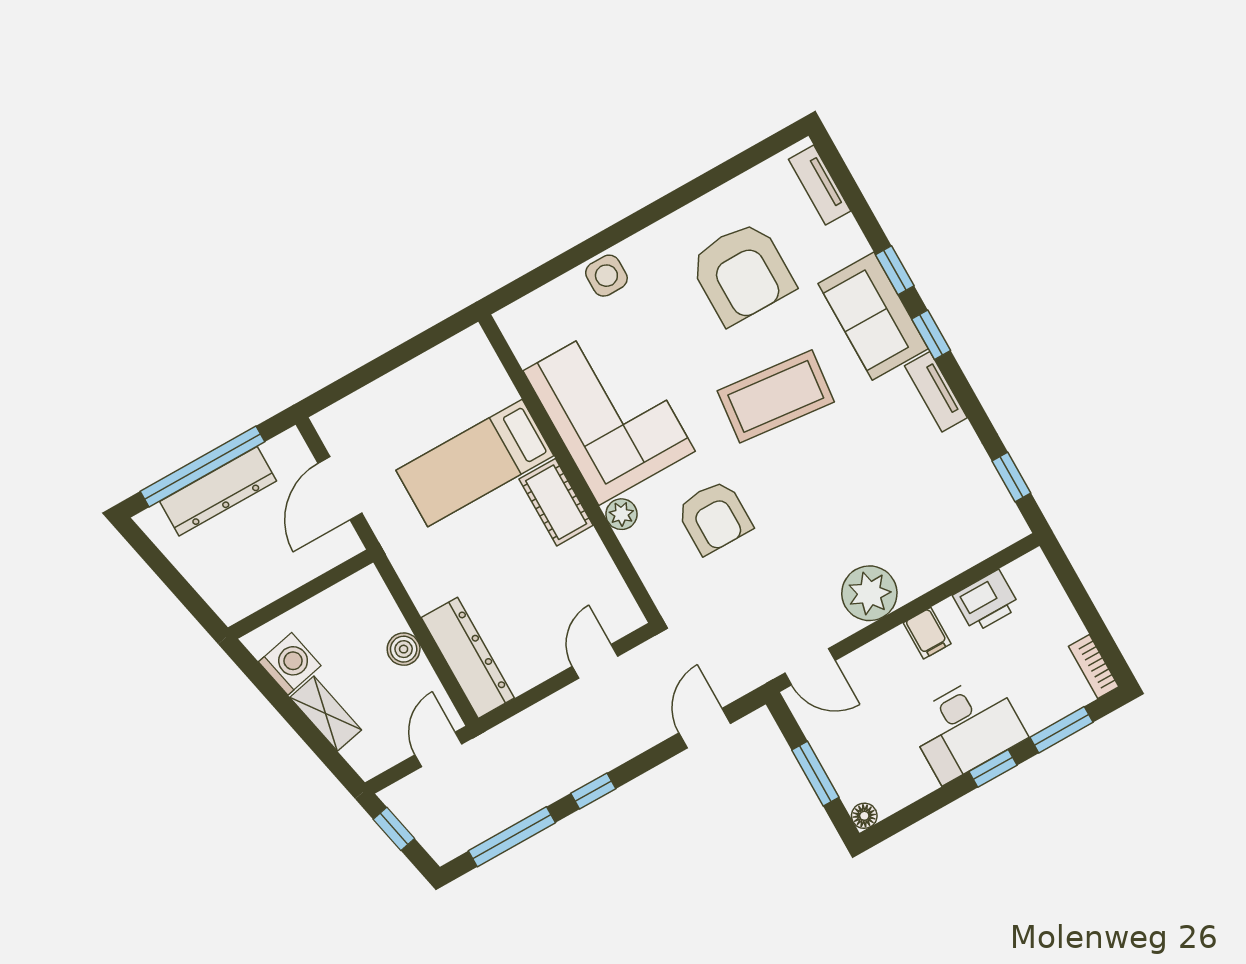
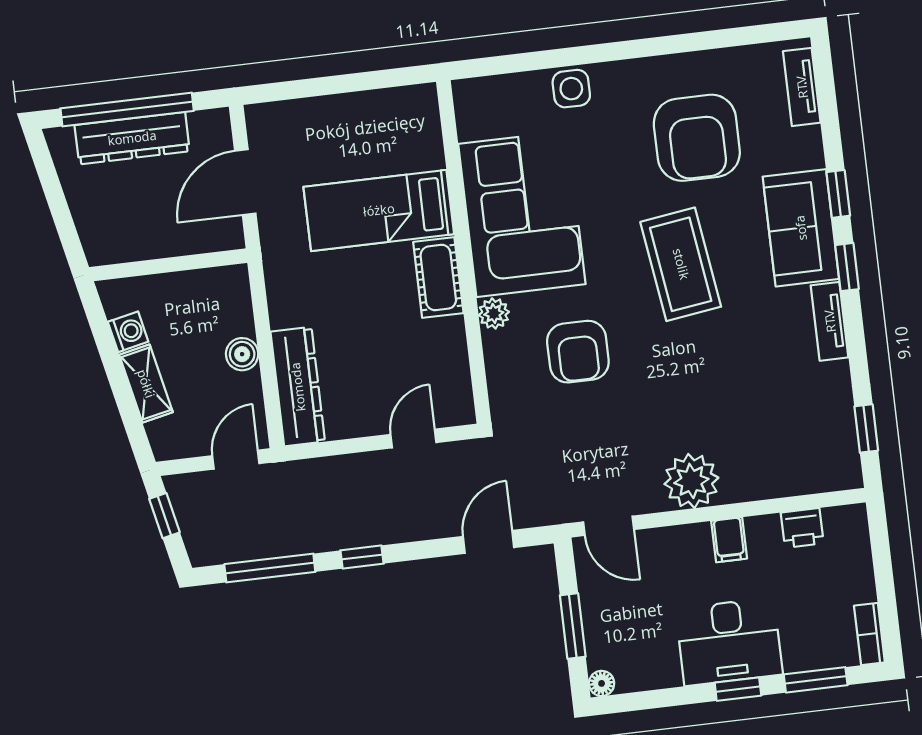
coffee table: (776, 396) -> (681, 264), turned 76
printer: (986, 601) -> (802, 528), width x0.73, depth x0.81
washing machine: (290, 664) -> (128, 332), width x0.73, depth x0.73

